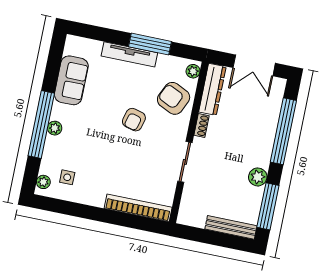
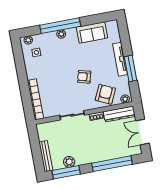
plant: (258, 177) -> (69, 162), moved

